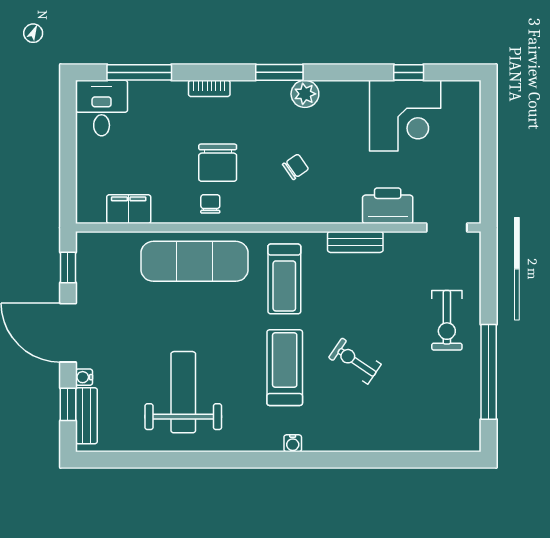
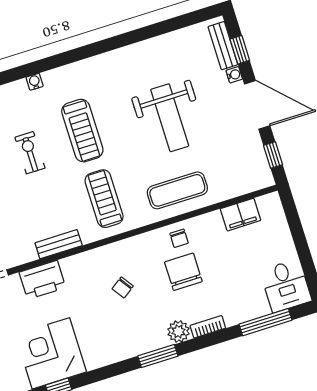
plant: (305, 94) -> (178, 331), moved
exercise mat: (194, 261) -> (177, 190), width x0.73, depth x0.69
exercise bike: (355, 361) -> (30, 153), turned -124
weight bench: (183, 392) -> (170, 118), moved
water cooler: (293, 443) -> (35, 82), moved

